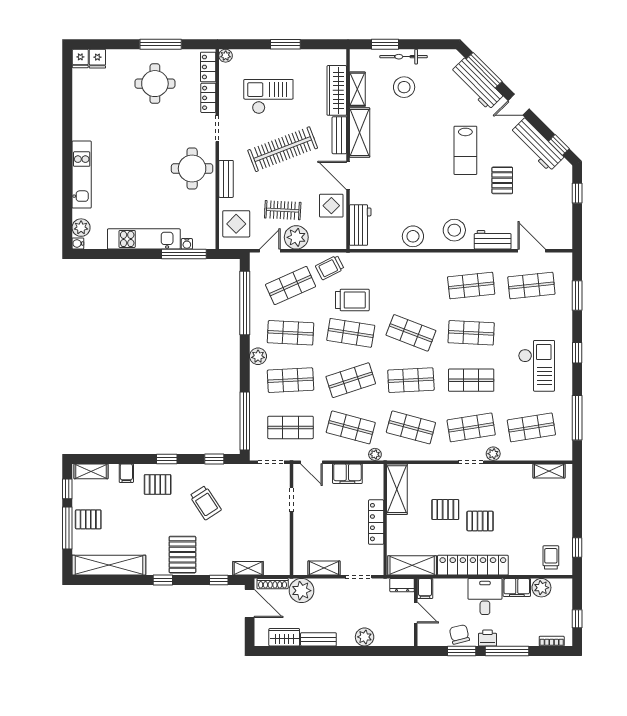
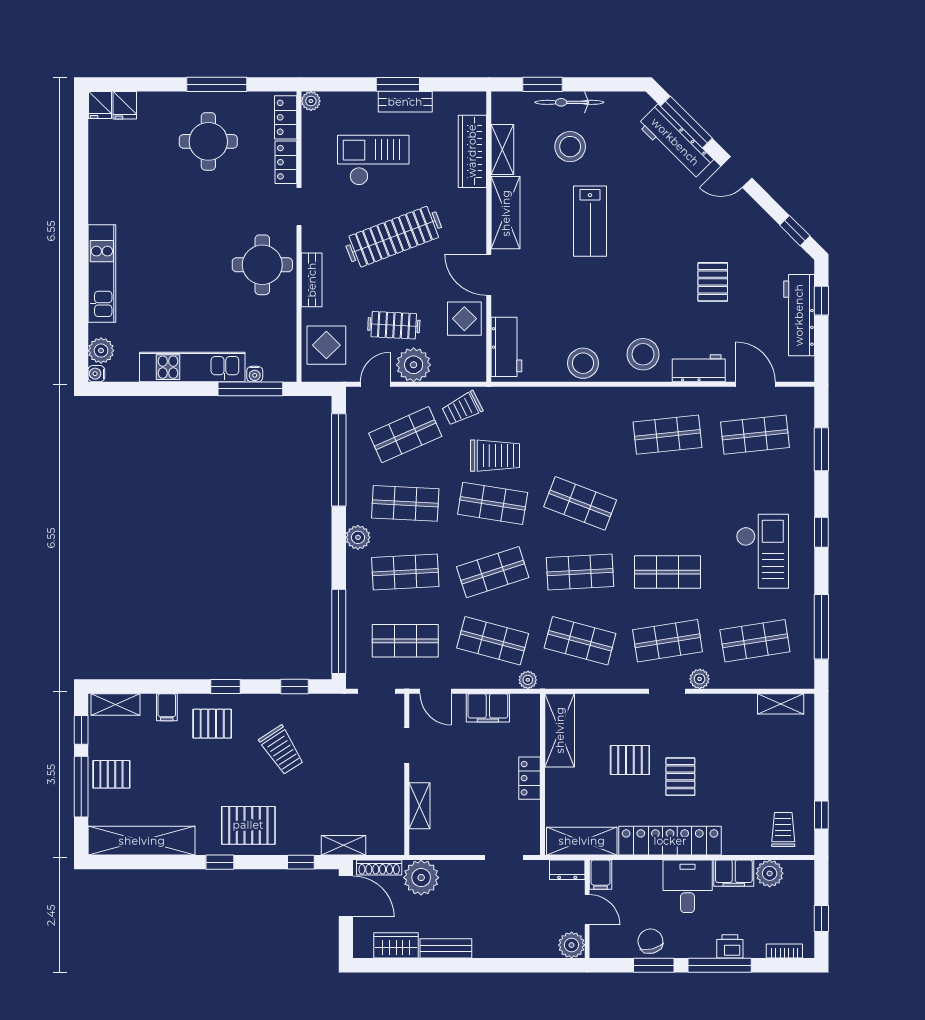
bench: (339, 135) -> (405, 102), moved, turned 90
workbench: (537, 145) -> (799, 315), moved, turned 45
lab bench: (465, 150) -> (590, 221), moved
shop shelf: (471, 333) -> (668, 503), removed
pallet: (480, 521) -> (680, 777), turned 90
locker: (376, 522) -> (530, 778), width x0.66
pallet: (182, 555) -> (248, 825), turned 90
shelving: (324, 568) -> (419, 806), moved, turned 90
plant: (365, 637) -> (572, 945), moved
printer: (488, 638) -> (730, 946), moved

